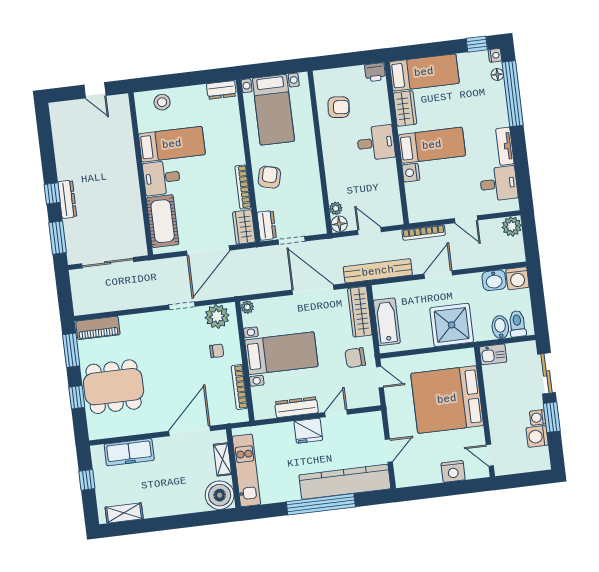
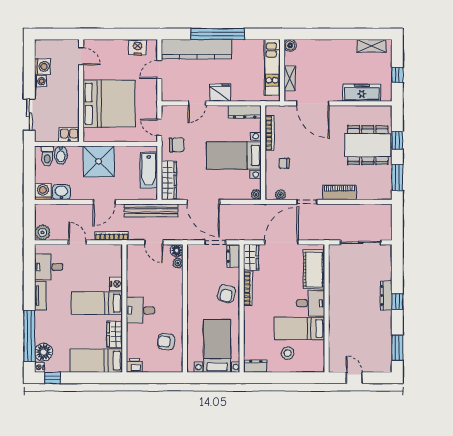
floor lamp: (497, 74) -> (44, 352), width x1.89, depth x1.89
stool: (162, 102) -> (288, 353), moved
window: (58, 238) -> (397, 348), moved
plant: (217, 316) -> (280, 195), width x0.53, depth x0.53
piano: (98, 328) -> (339, 192), moved
dresser: (296, 407) -> (245, 112), moved
window: (552, 417) -> (29, 80), removed
door: (190, 431) -> (313, 103), hinge flipped
nightstand: (453, 471) -> (138, 47), moved
boiler: (220, 495) -> (290, 45), width x0.54, depth x0.54

